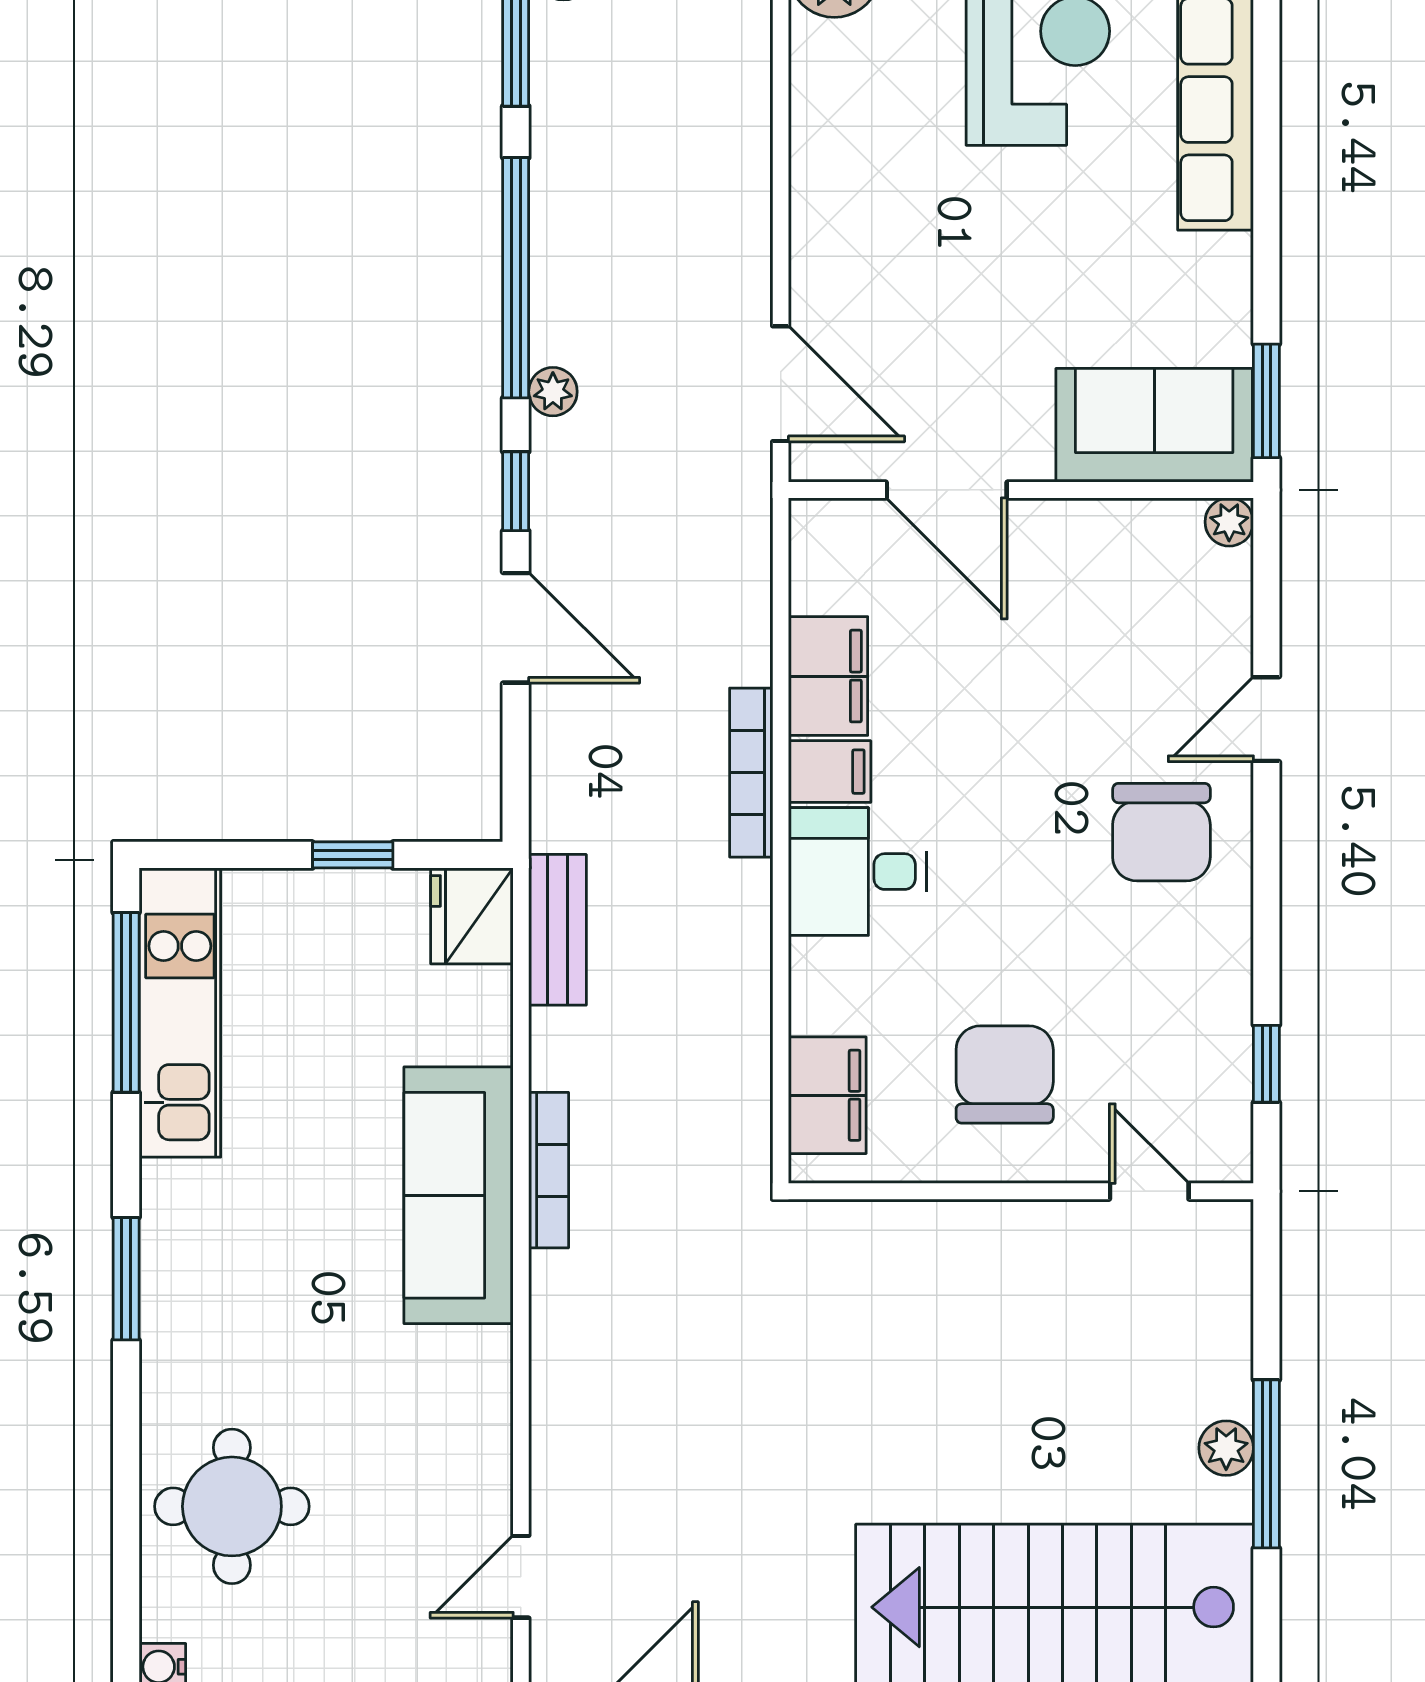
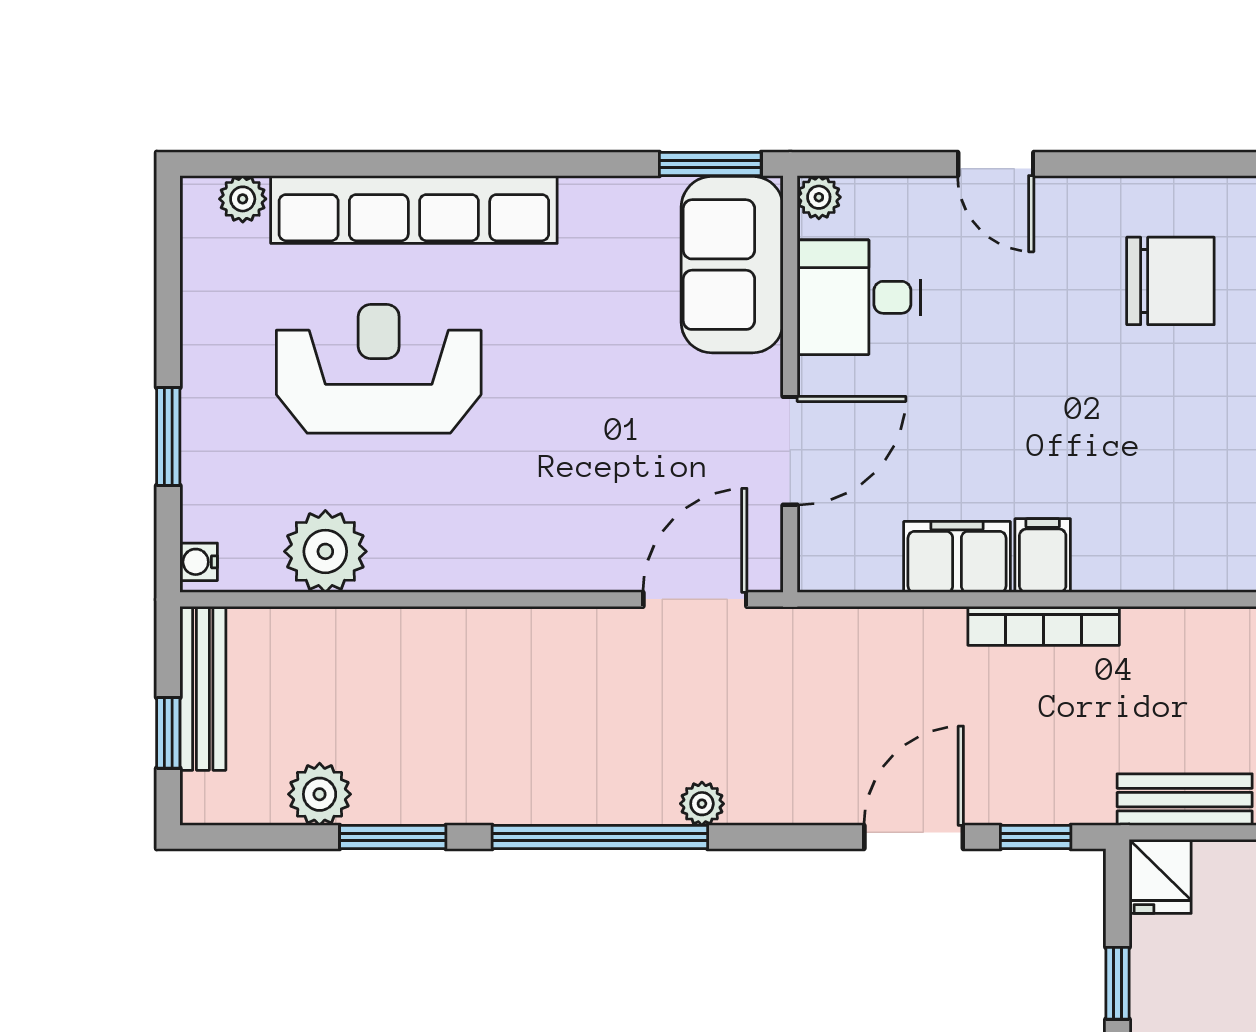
window: (516, 491) -> (1036, 837), moved
chair: (1161, 832) -> (1170, 281), moved
desk: (857, 872) -> (859, 297), moved, turned 90
fridge: (472, 916) -> (1160, 876), width x0.72

